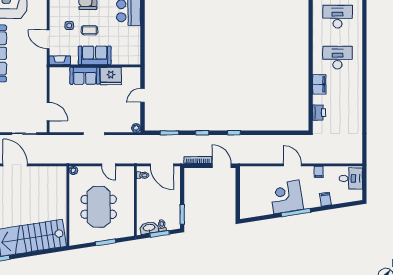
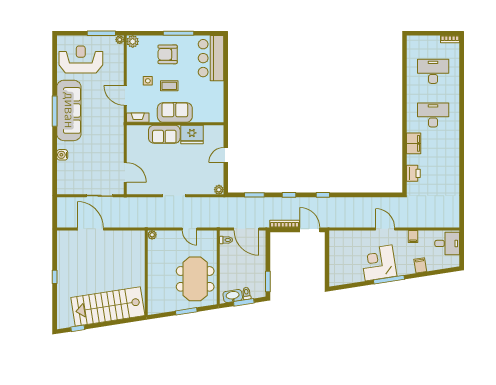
meeting table: (99, 207) -> (195, 279), moved

